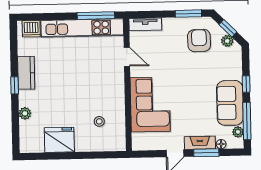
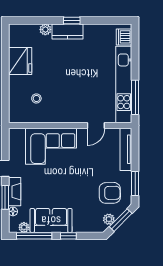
tv unit: (145, 24) -> (126, 149), width x1.41
window: (228, 28) -> (121, 220), width x1.50
kitchen counter: (26, 73) -> (68, 31), moved

